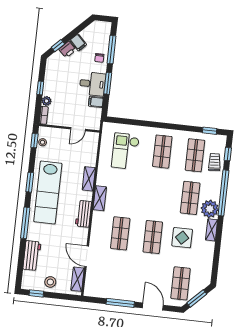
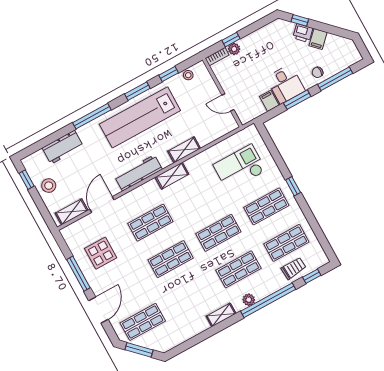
window: (40, 88) -> (231, 40), moved
window: (210, 131) -> (293, 186), moved
window: (34, 141) -> (169, 74), moved
shop shelf: (158, 194) -> (218, 233), added
plant: (210, 209) -> (249, 300), width x0.53, depth x0.53
workbench: (83, 214) -> (138, 173), width x1.38
display table: (182, 238) -> (101, 253), moved

